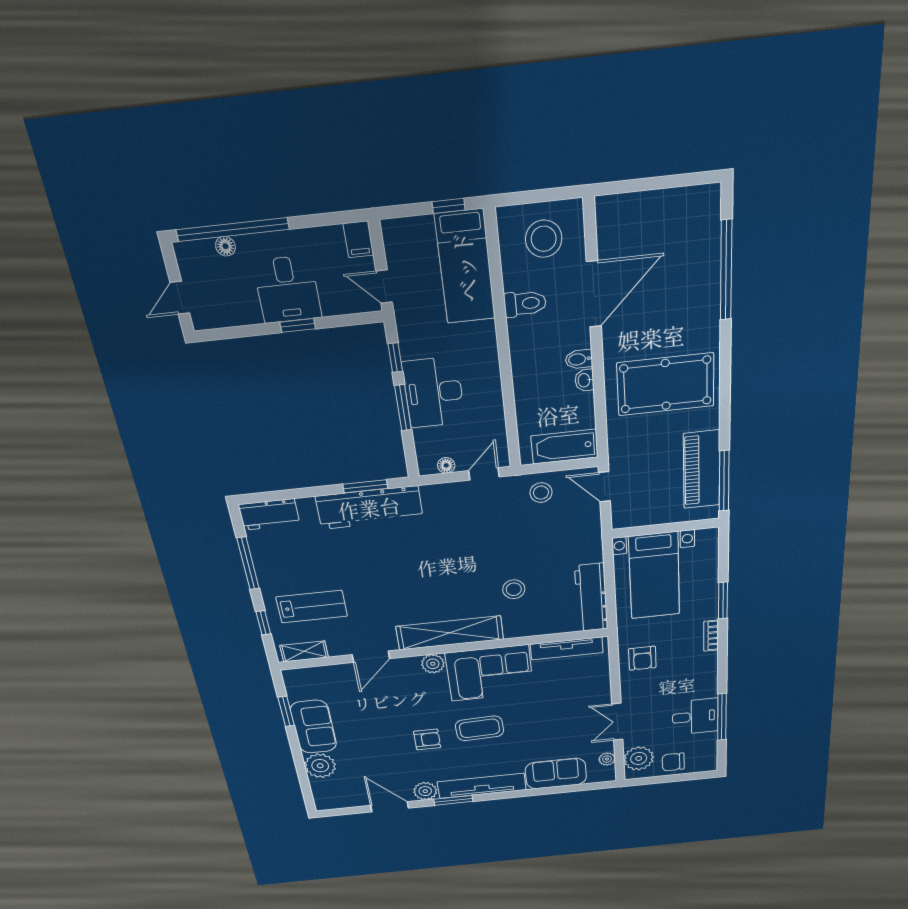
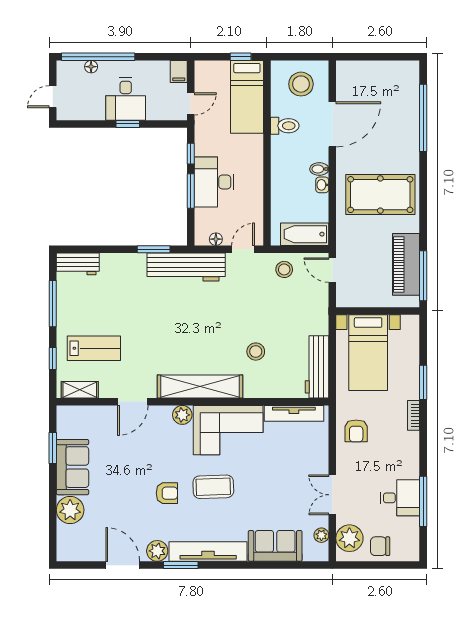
door: (384, 287) -> (191, 104), swing flipped
workbench: (369, 508) -> (186, 267), moved

